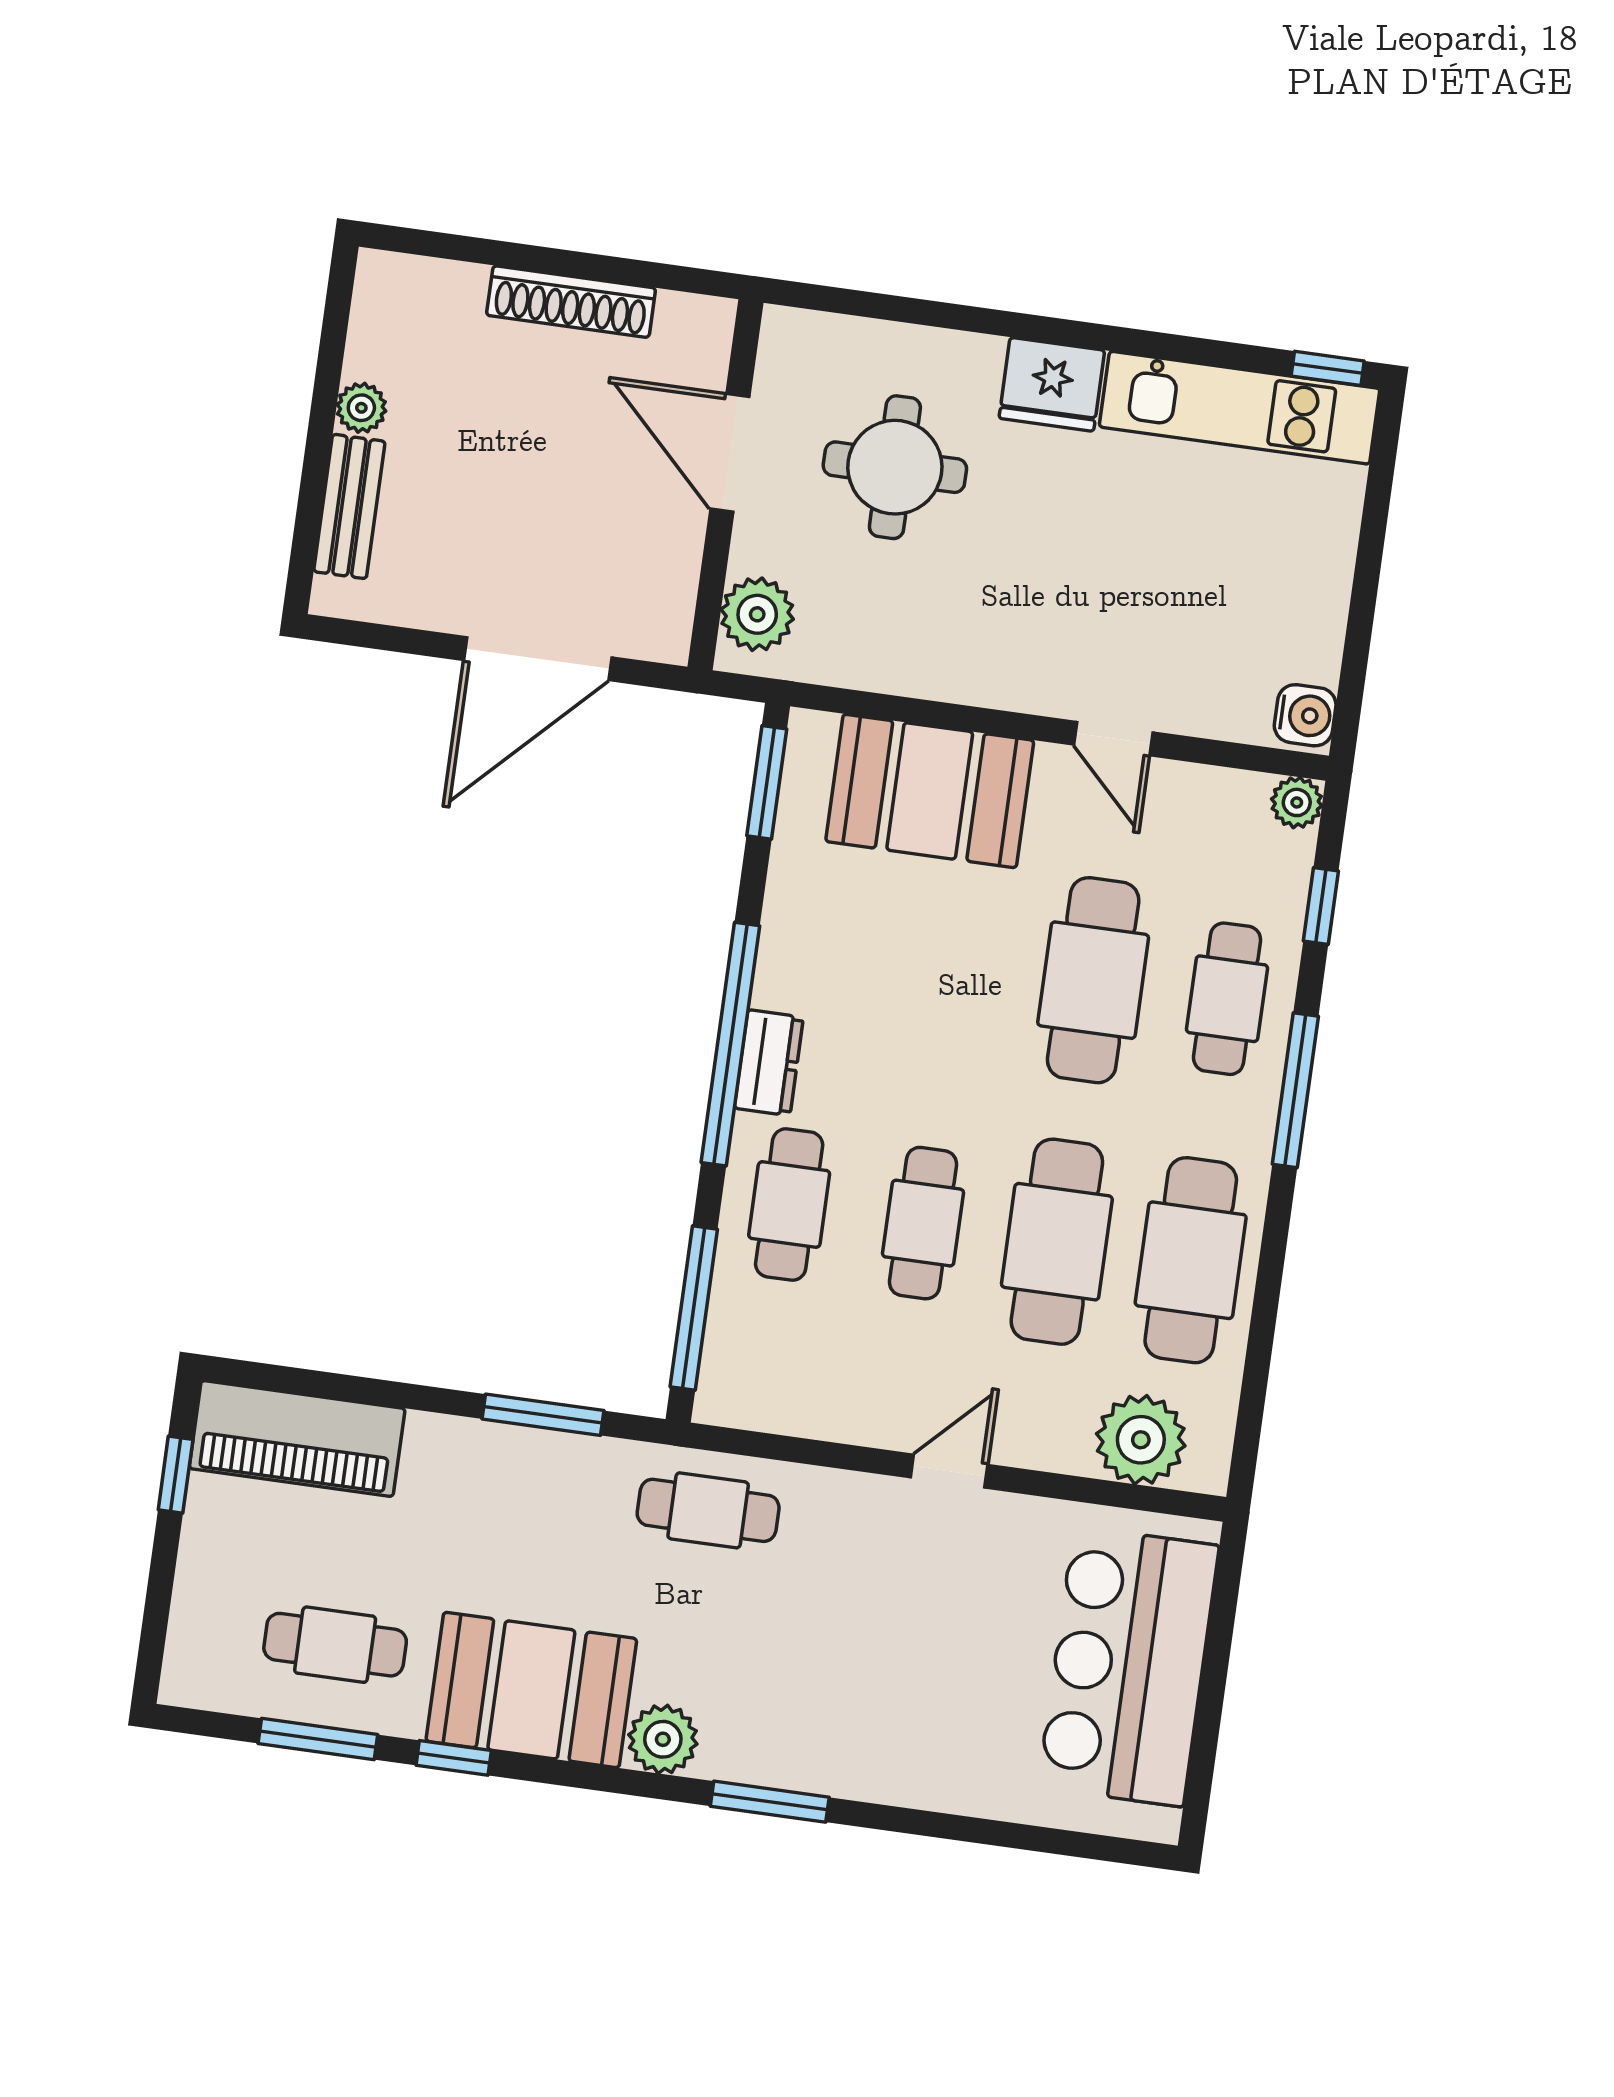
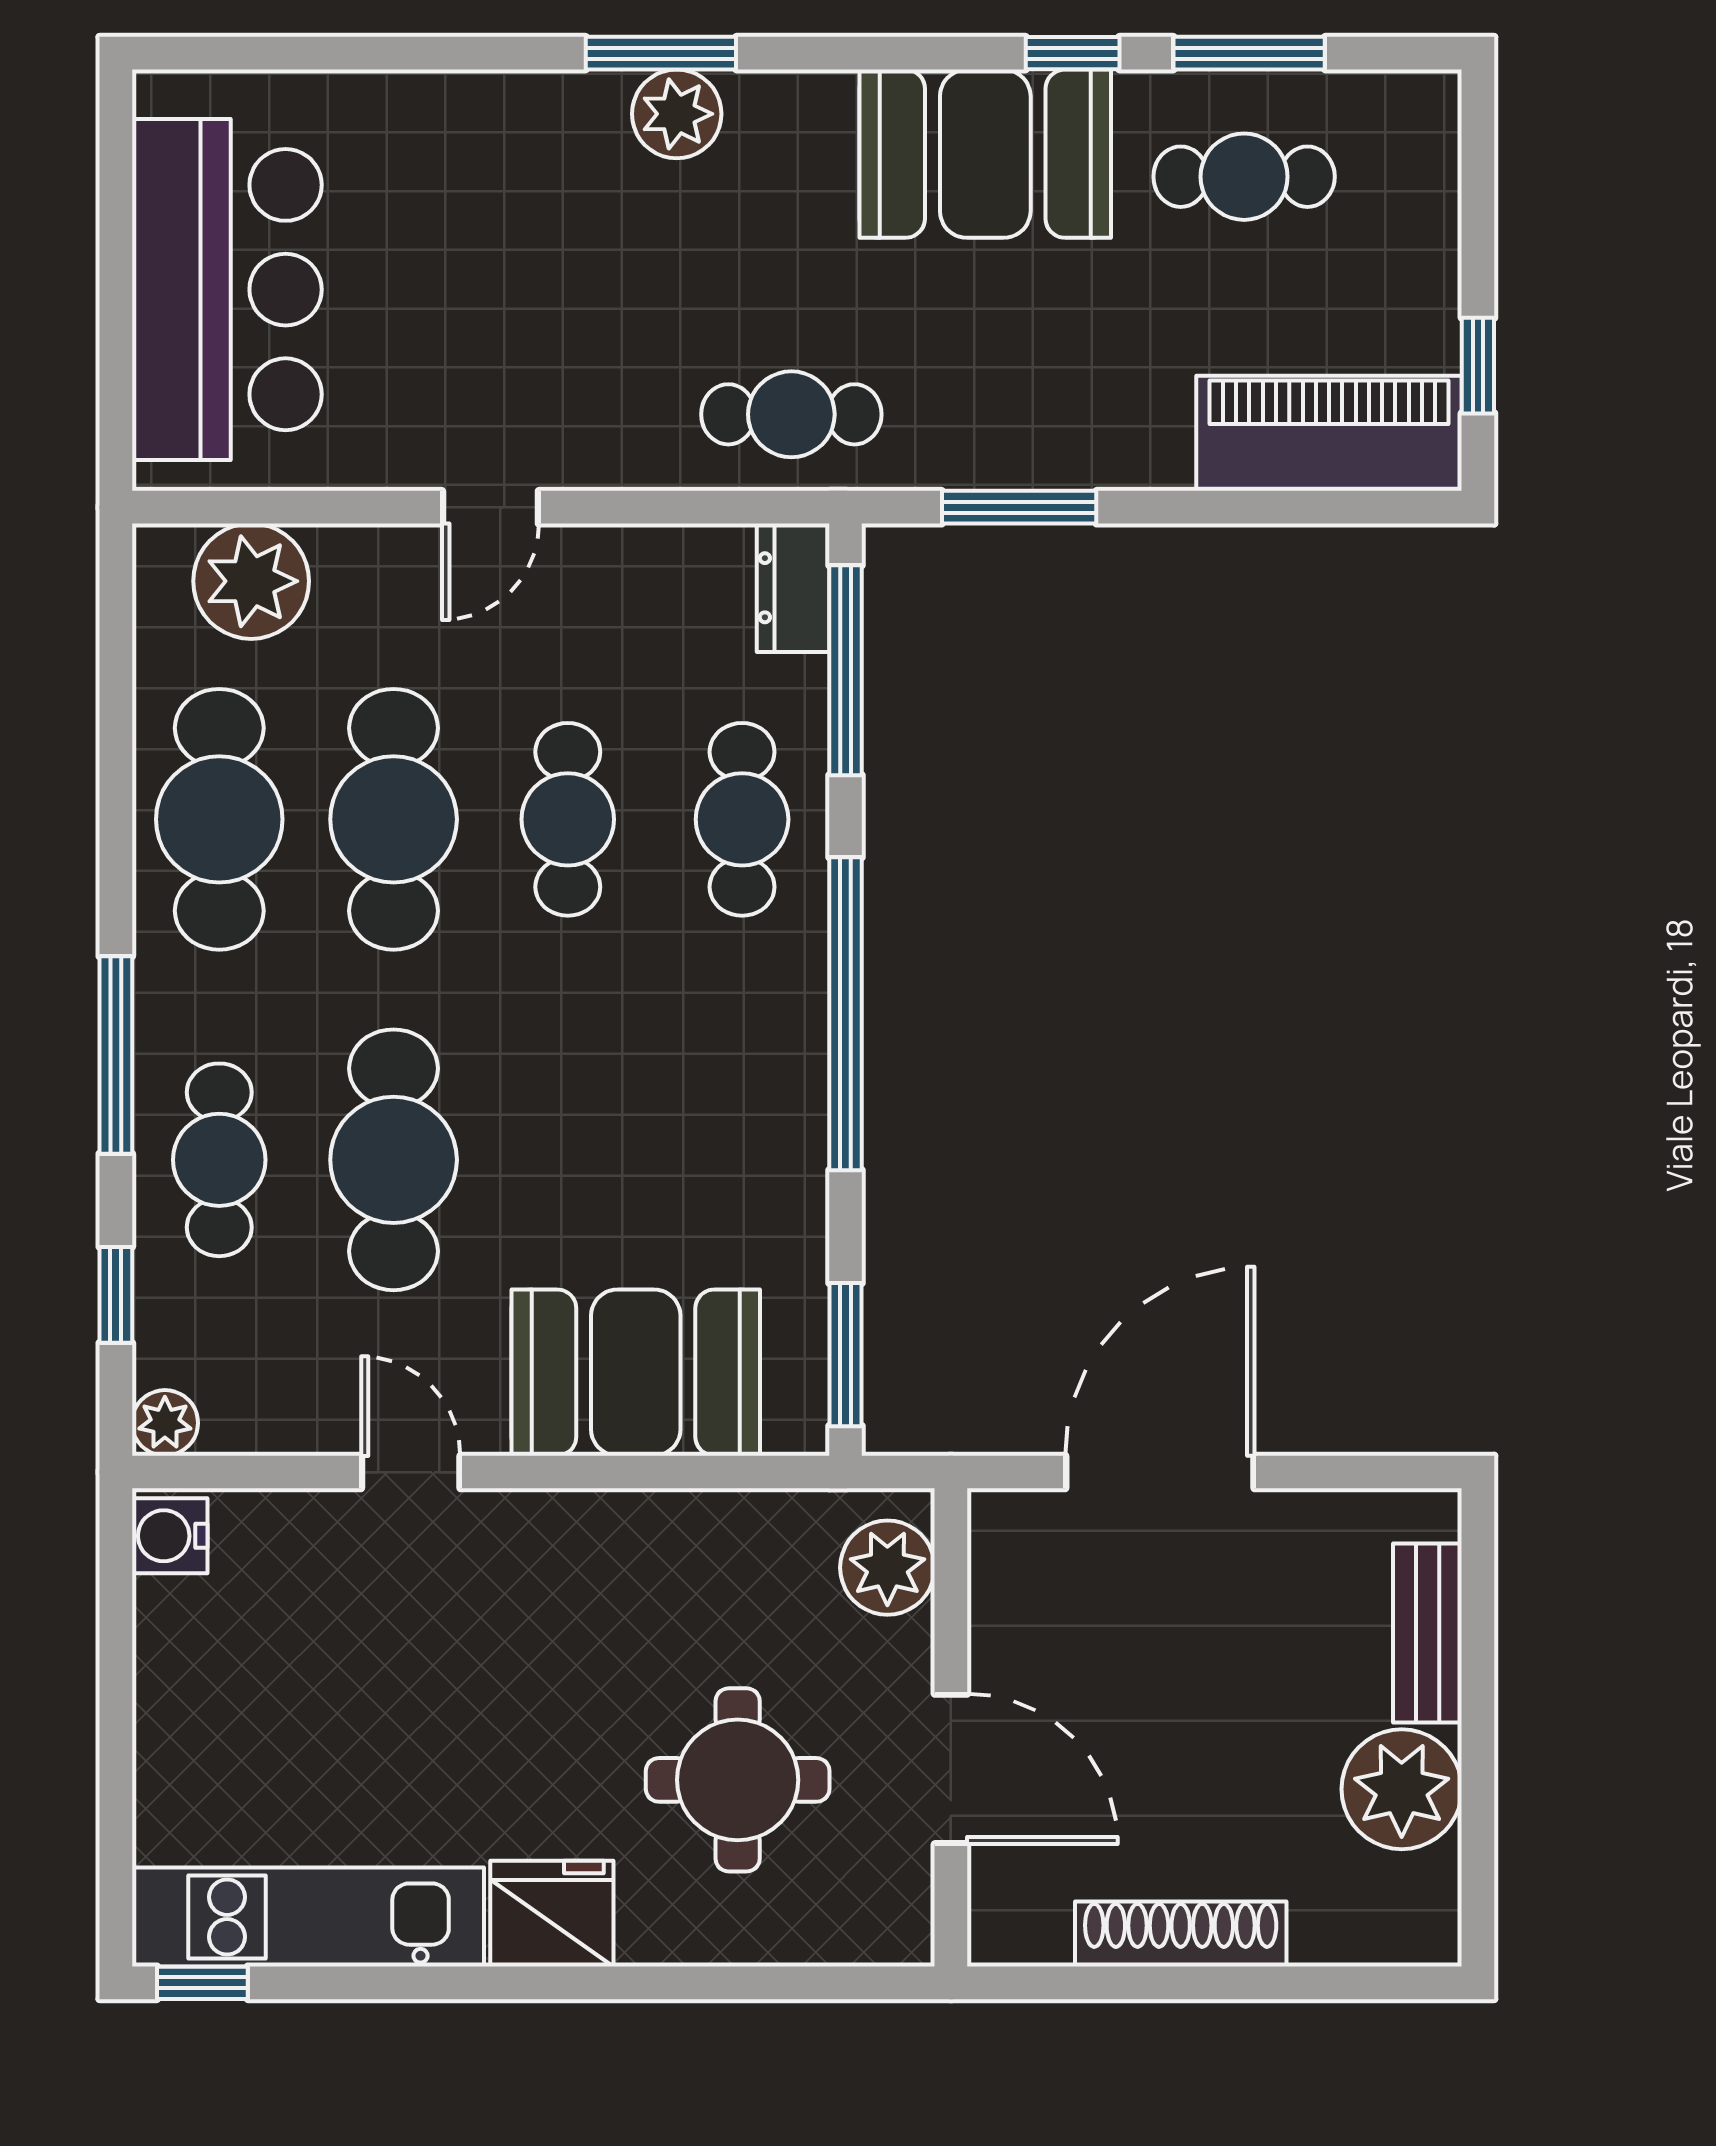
plant: (361, 408) -> (1402, 1789), width x1.88, depth x1.88
dresser: (769, 1063) -> (793, 588), moved
plant: (663, 1739) -> (677, 114), moved

